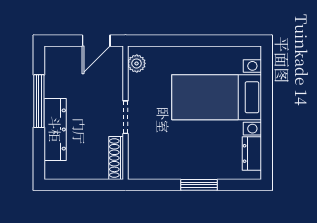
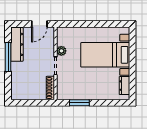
plant: (137, 63) -> (61, 51), moved
dresser: (55, 129) -> (17, 44), moved
window: (199, 185) -> (79, 103), moved

